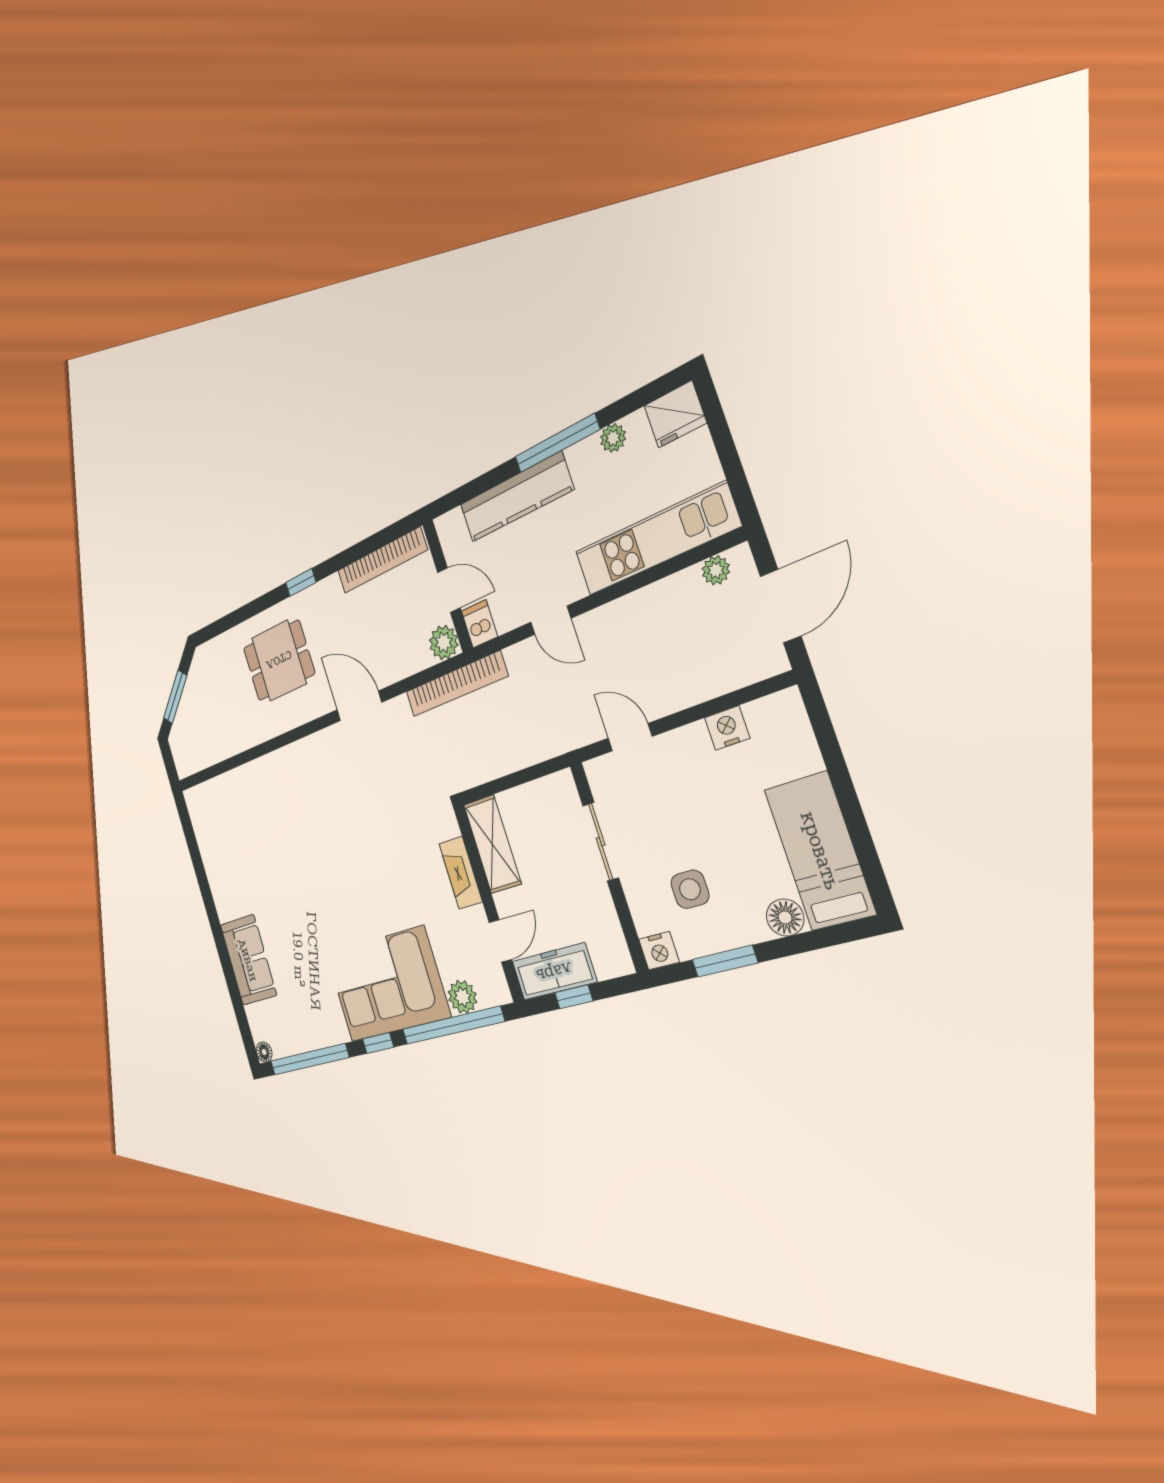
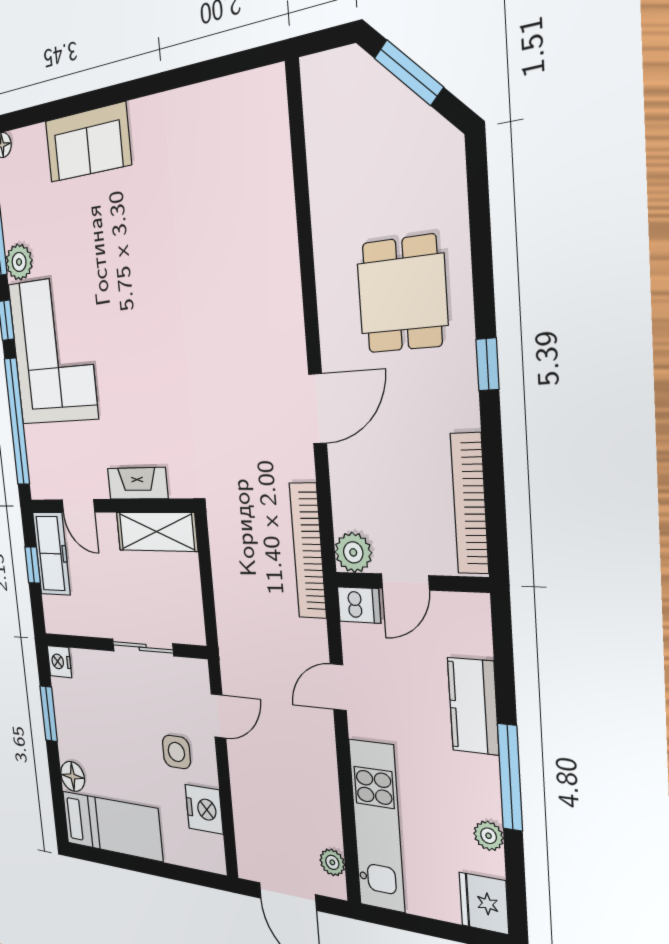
kitchen counter: (516, 497) -> (473, 706), width x0.67
nightstand: (727, 728) -> (204, 809), width x1.36, depth x1.33
side table: (690, 889) -> (176, 752), moved
plant: (462, 997) -> (19, 262), moved

